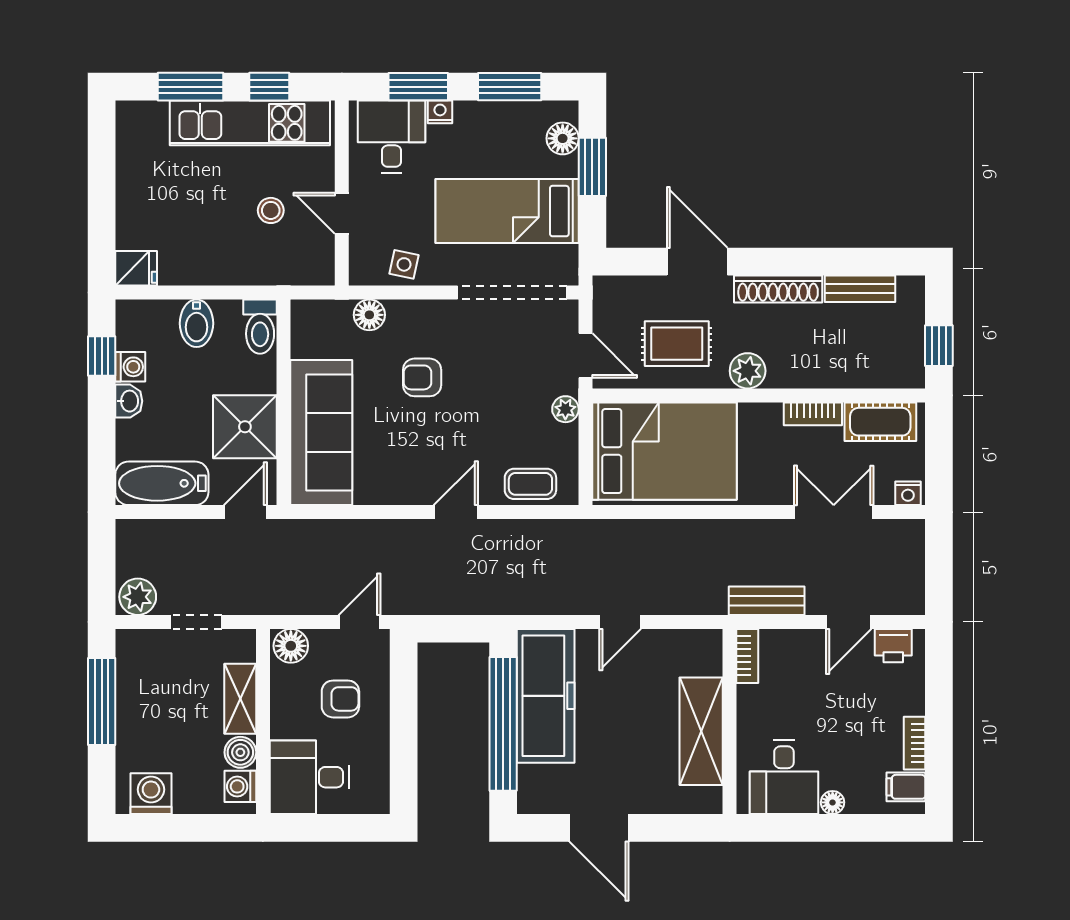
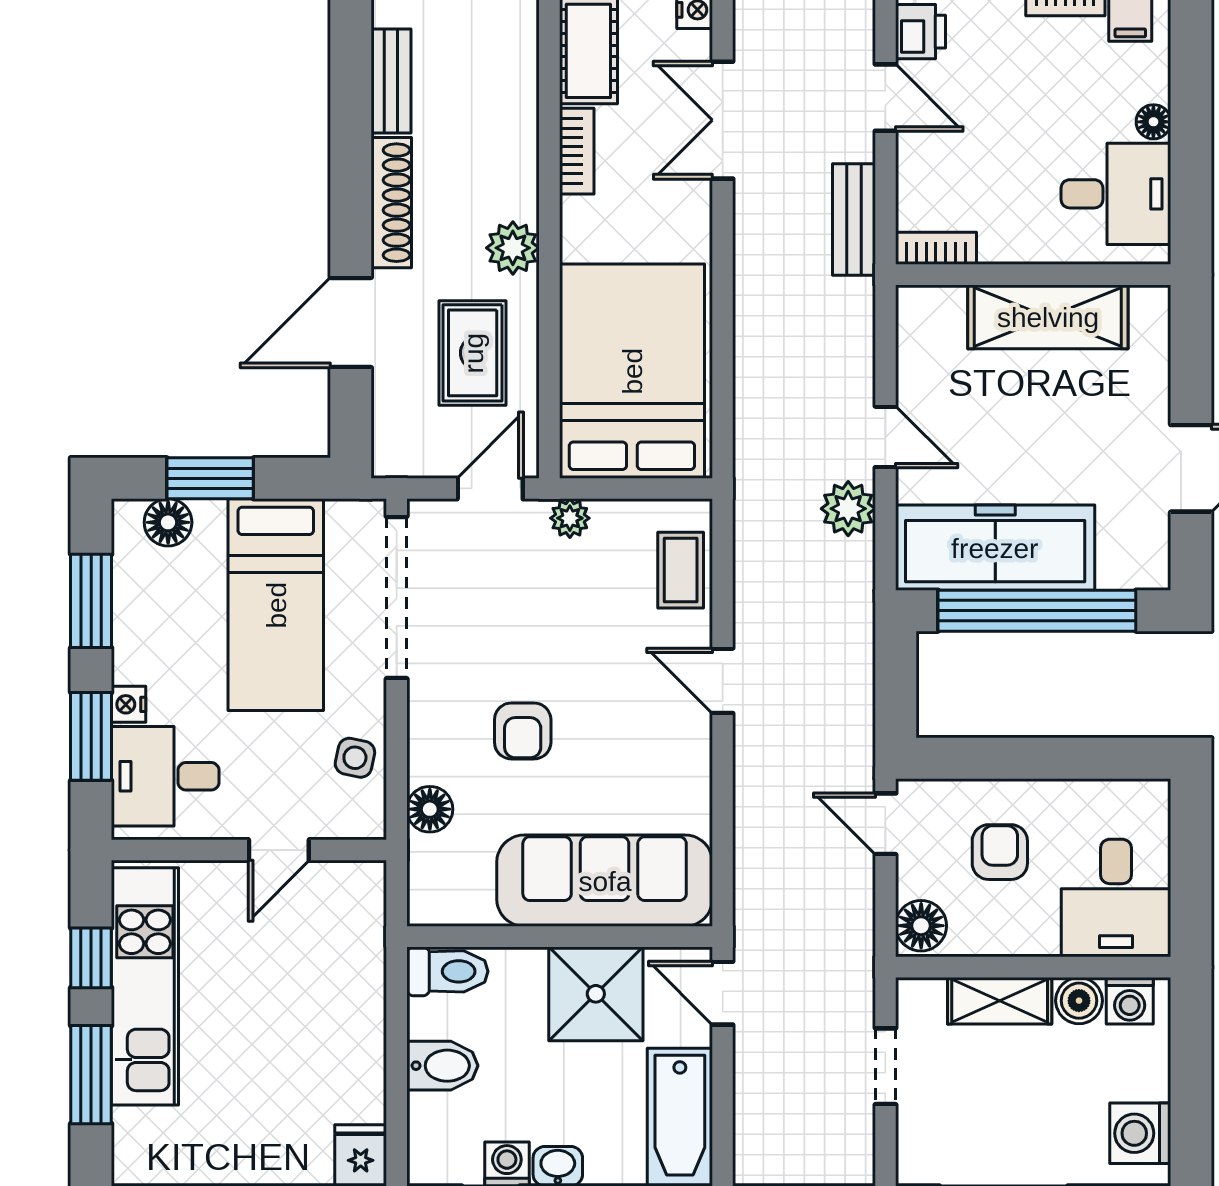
stool: (271, 210) -> (275, 955), removed
plant: (138, 597) -> (848, 509), moved

